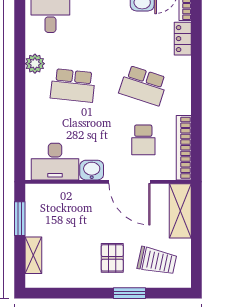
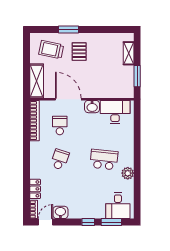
school desk: (143, 86) -> (60, 159), width x0.54

